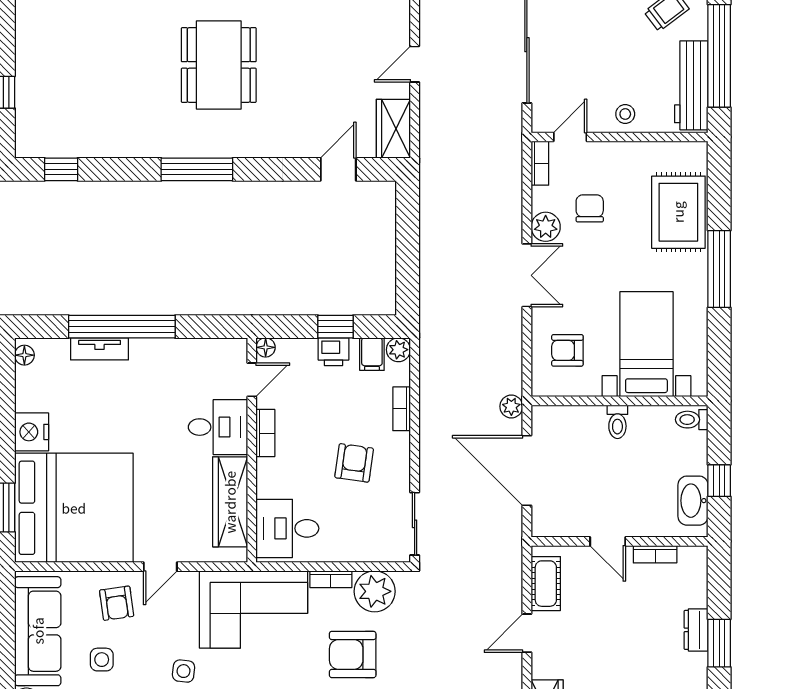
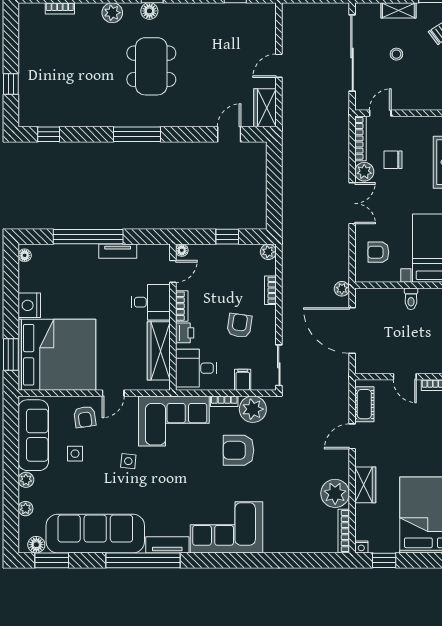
stool: (625, 114) -> (396, 54), moved
bookcase: (540, 163) -> (360, 138), width x1.56
chair: (590, 208) -> (393, 160), turned -90
tv unit: (100, 349) -> (118, 251), moved
printer: (333, 352) -> (185, 333), moved, turned -90
filing cabinet: (372, 354) -> (243, 380), moved, turned 180

